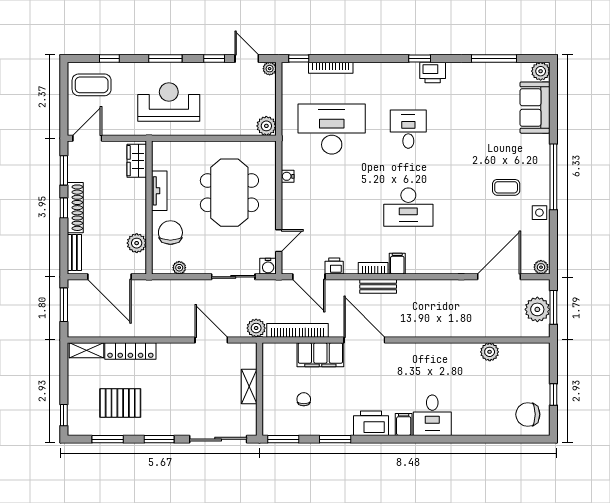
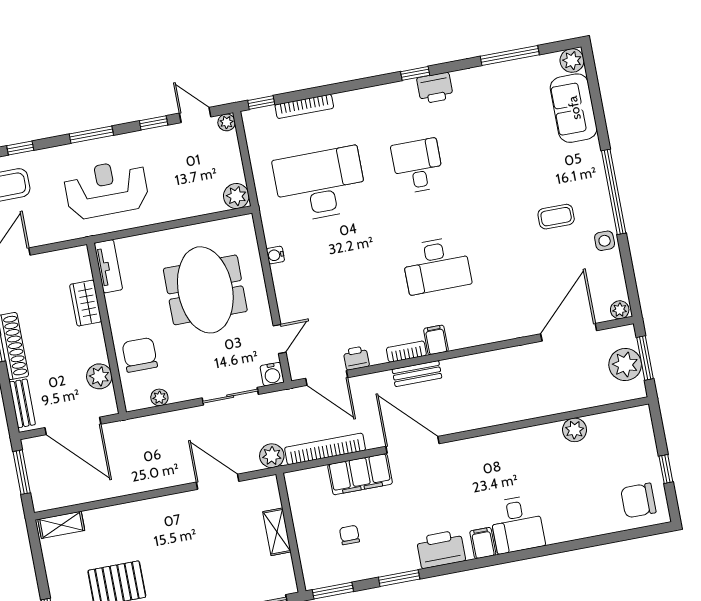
wardrobe: (137, 161) -> (86, 303), moved
tv unit: (159, 191) -> (108, 266), moved
locker: (130, 351) -> (117, 515), removed

